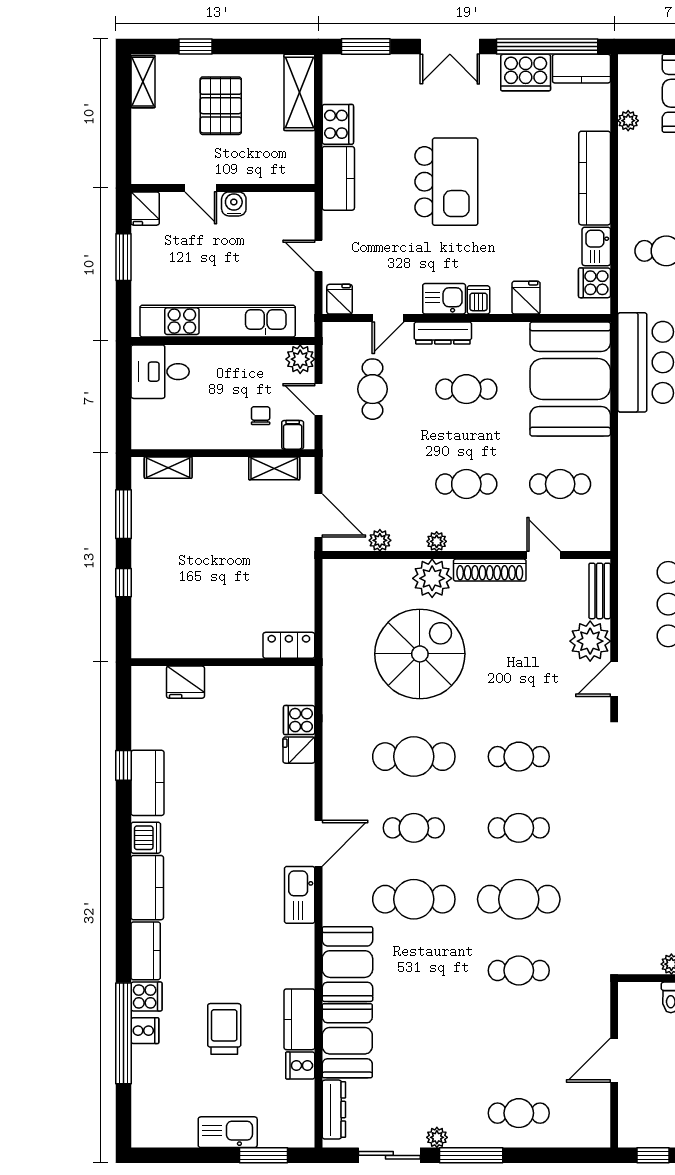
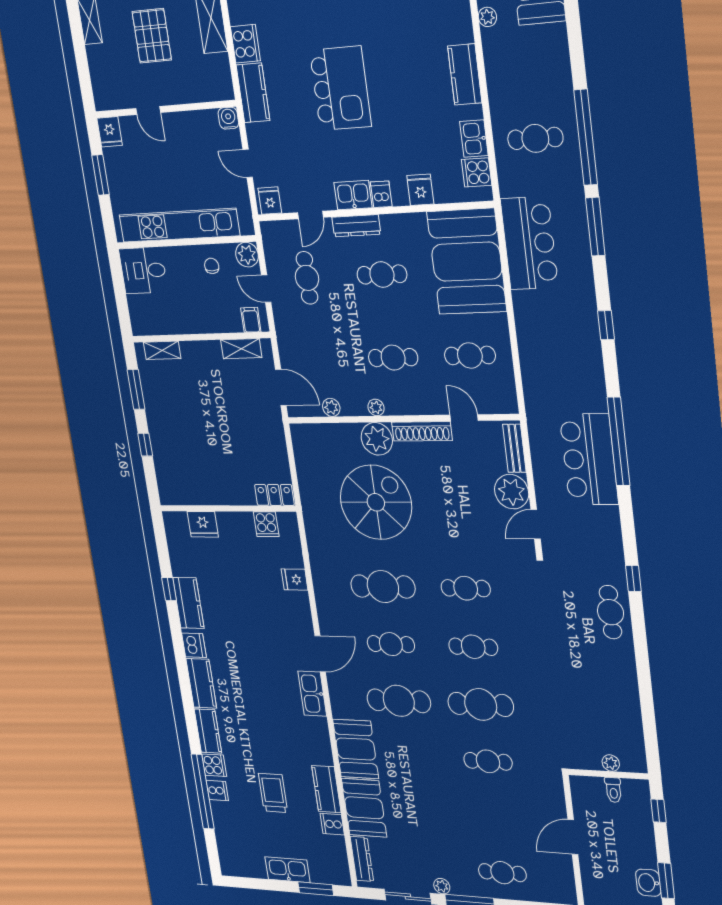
kitchen counter: (595, 178) -> (465, 74), width x0.67
water cooler: (234, 204) -> (228, 118), moved
chair: (261, 416) -> (212, 266), moved
cooker: (299, 720) -> (266, 524), moved, turned -90

